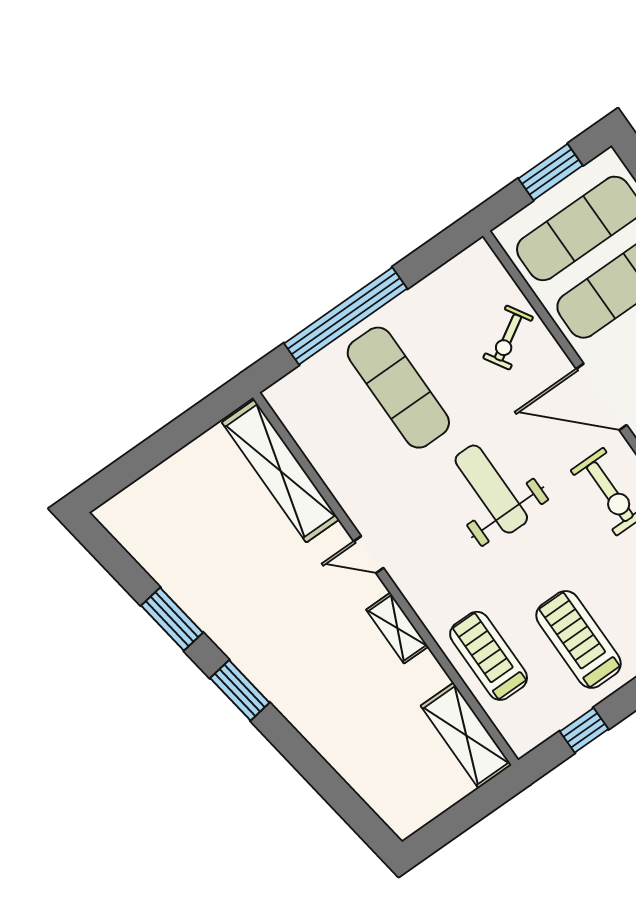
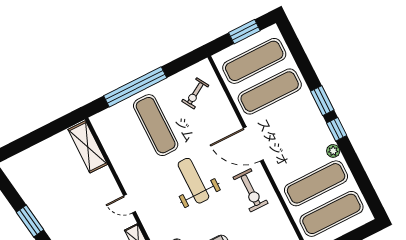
exercise bike: (508, 338) -> (195, 93), moved
shelving: (280, 471) -> (88, 147), width x0.68

